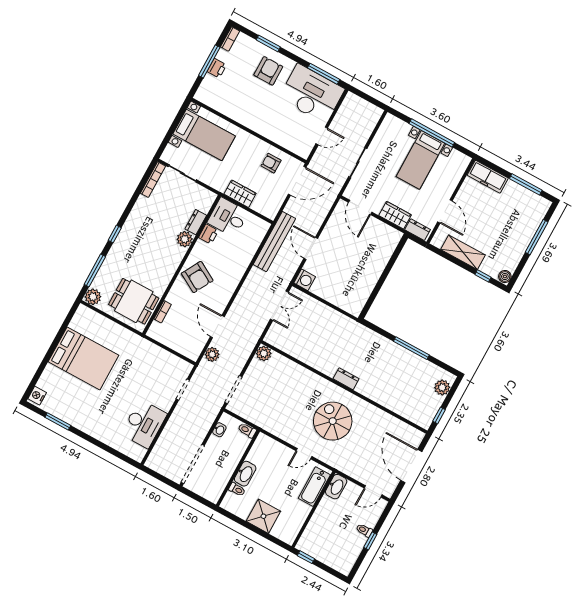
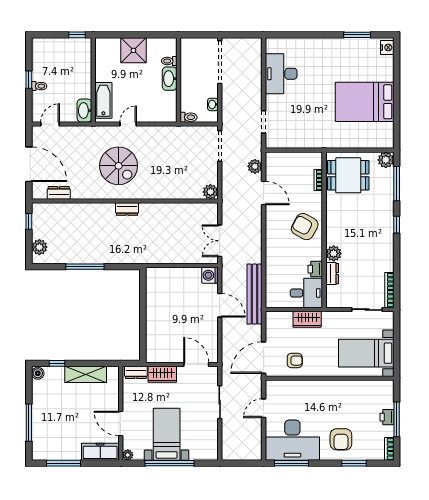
plant: (465, 160) -> (128, 455), added
door: (445, 211) -> (121, 424), moved
dresser: (399, 426) -> (59, 193), added

